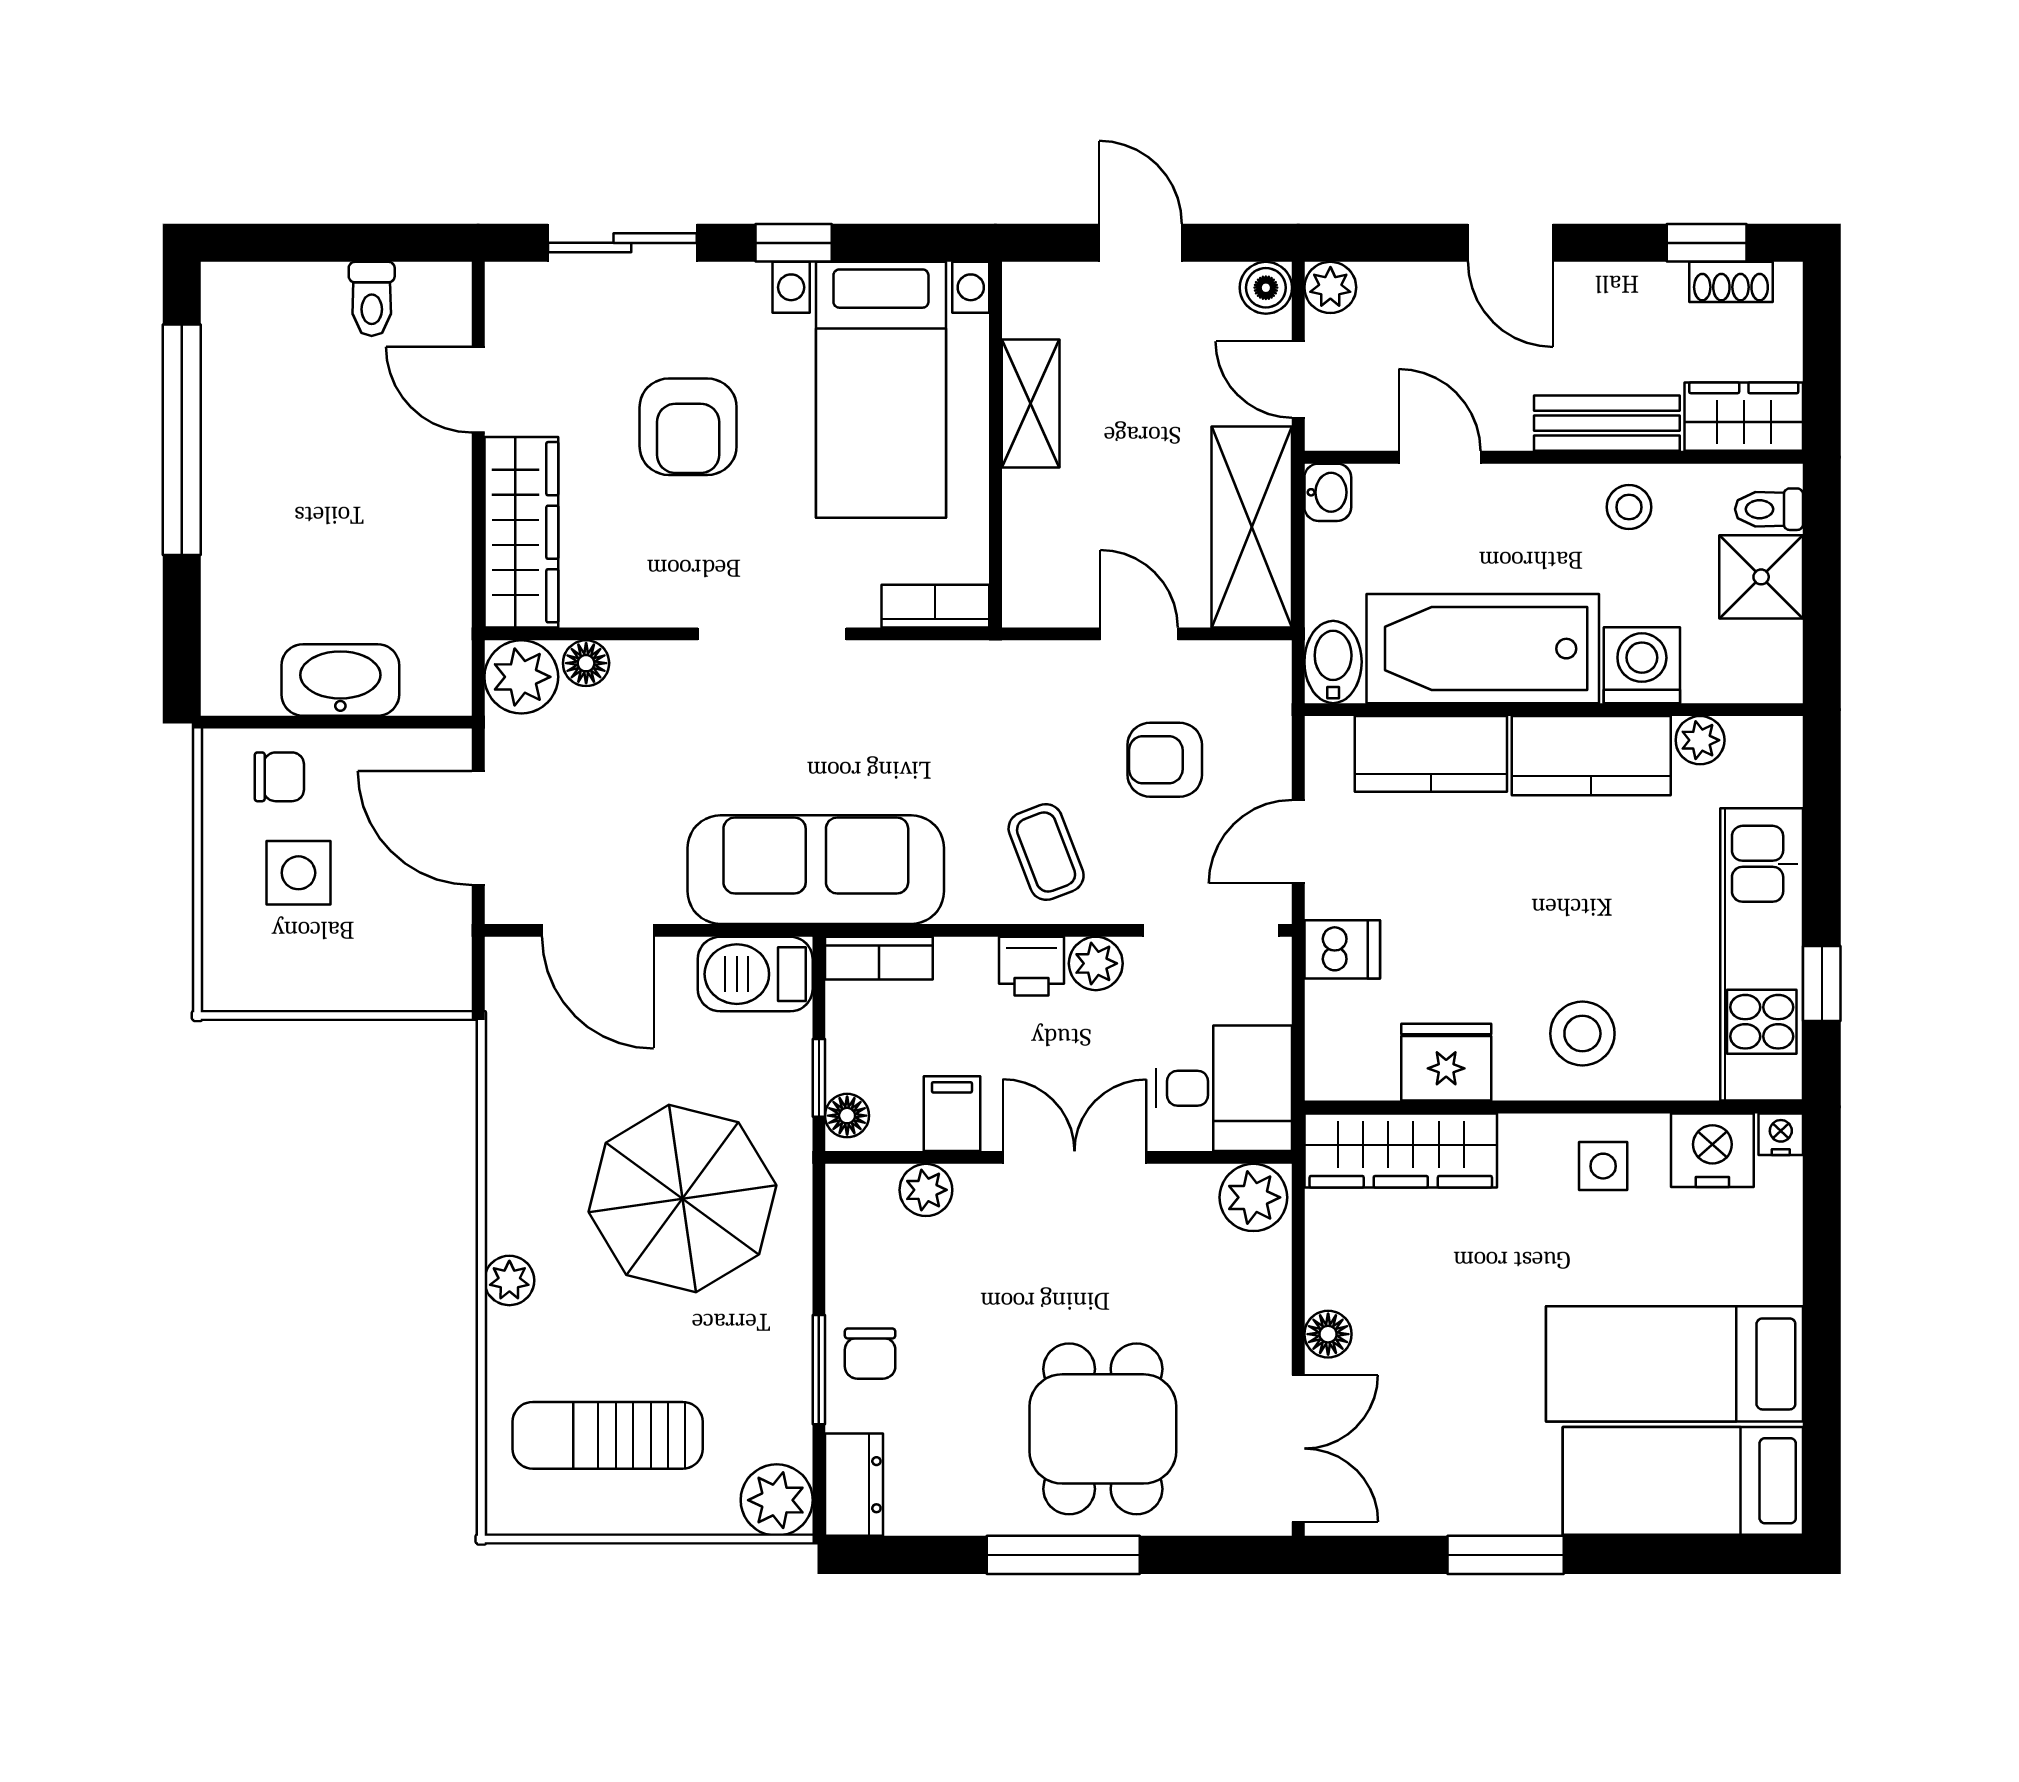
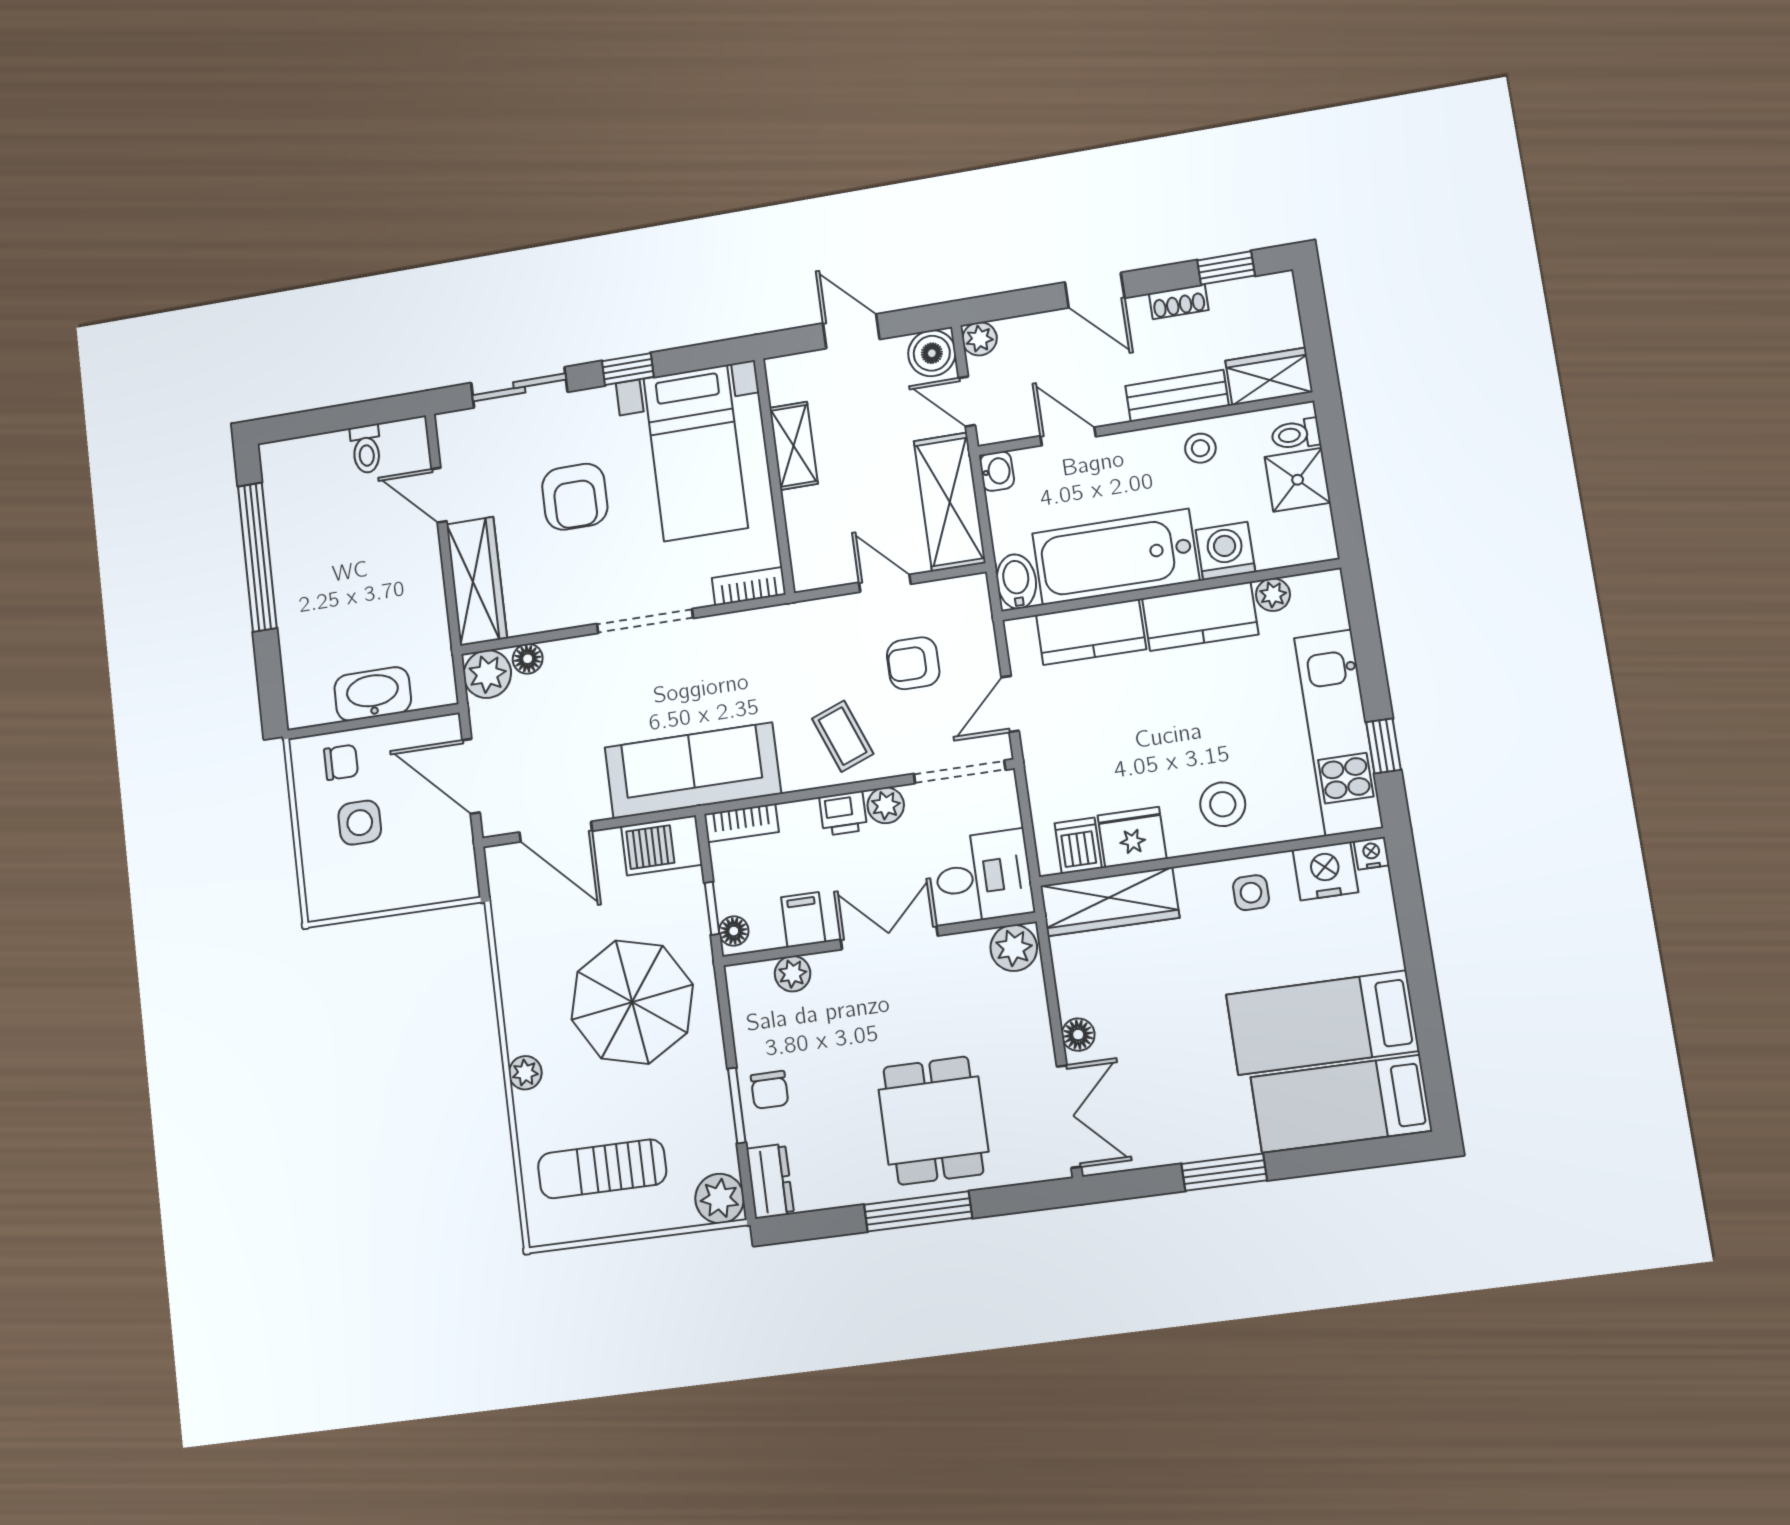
shoe rack: (1731, 282) -> (1179, 302), moved
boiler: (1266, 288) -> (932, 353), width x1.36, depth x1.36
dishwasher: (1342, 949) -> (1078, 846), moved, turned -90

